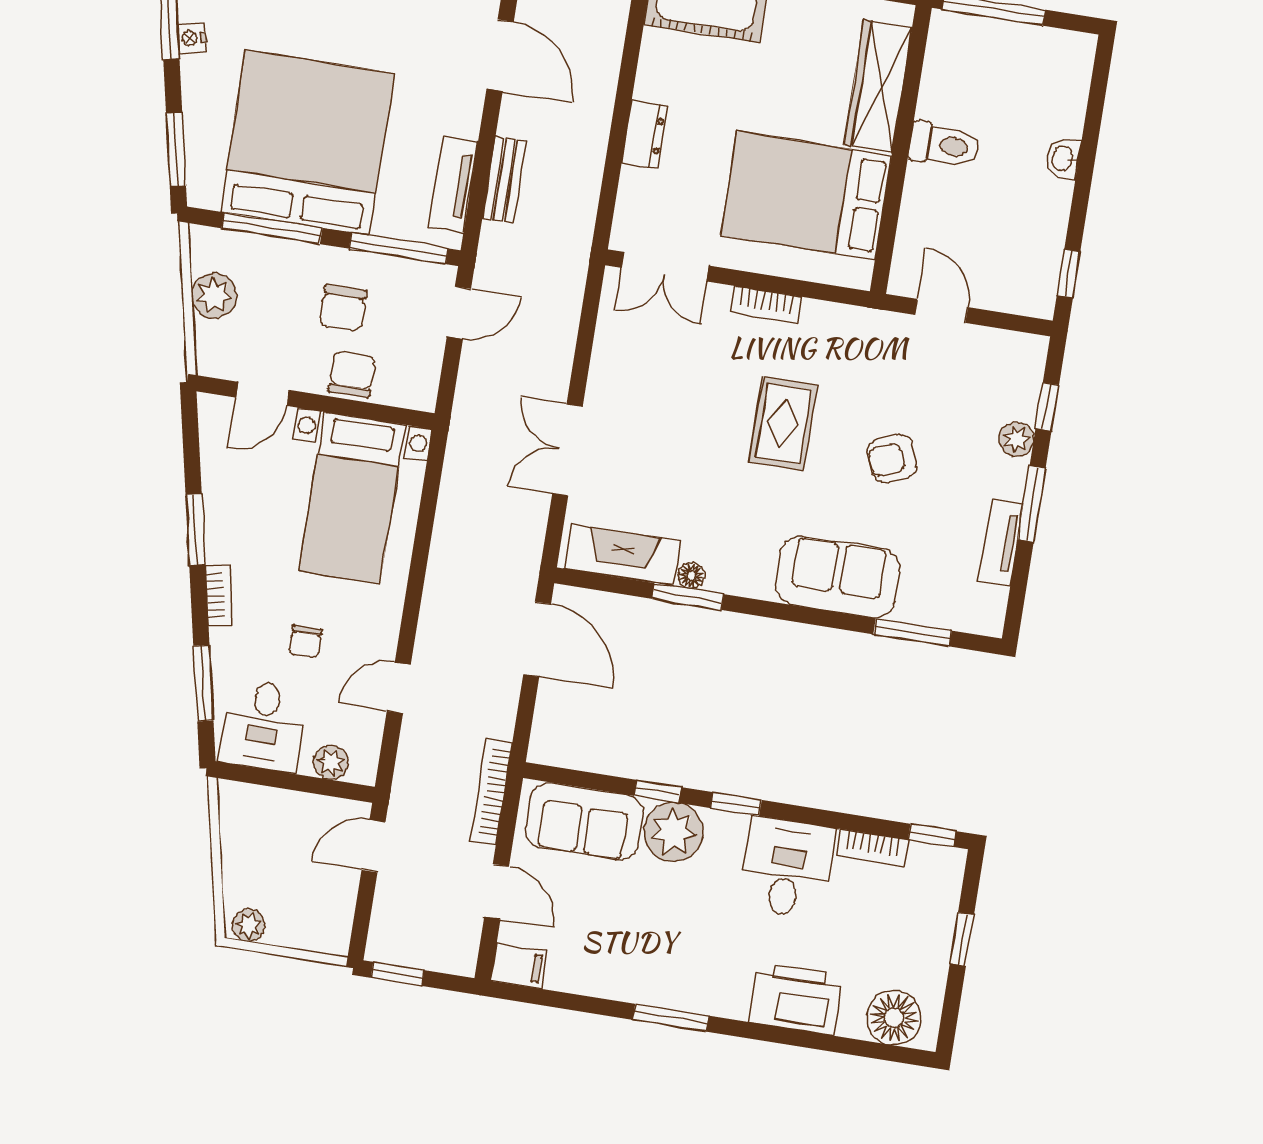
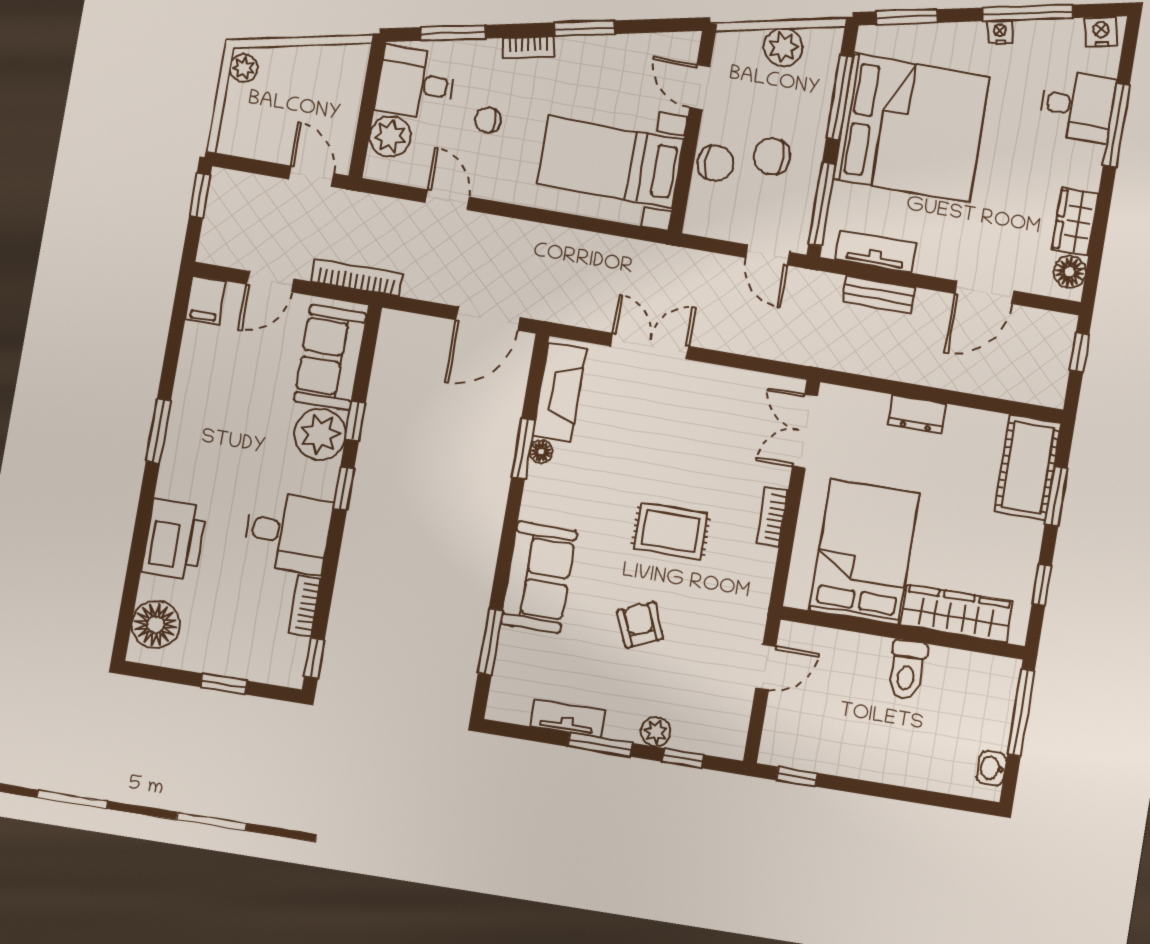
washbasin: (1063, 158) -> (992, 768), moved, turned -90
plant: (331, 762) -> (390, 136), width x1.38, depth x1.38

